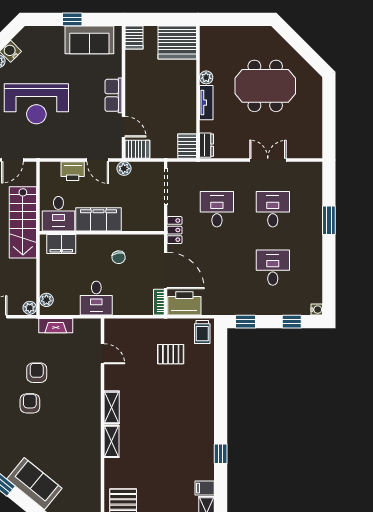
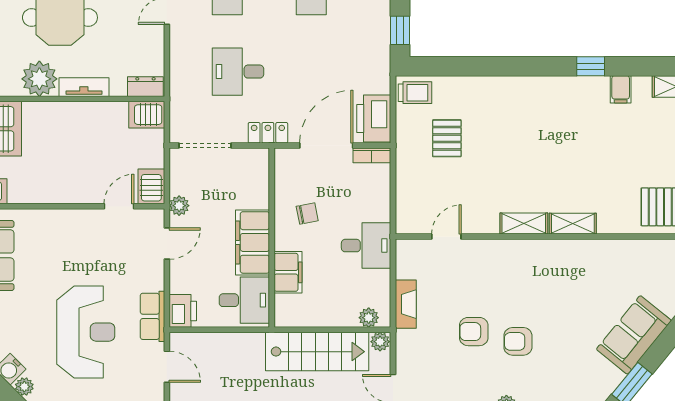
plant: (206, 77) -> (39, 79), width x1.87, depth x1.87
row of seats: (114, 95) -> (152, 316), moved, turned 90
printer: (73, 171) -> (183, 311), moved
stairs: (23, 222) -> (317, 352), moved
filing cabinet: (61, 244) -> (288, 272), moved
filing cabinet: (205, 488) -> (621, 89), moved

